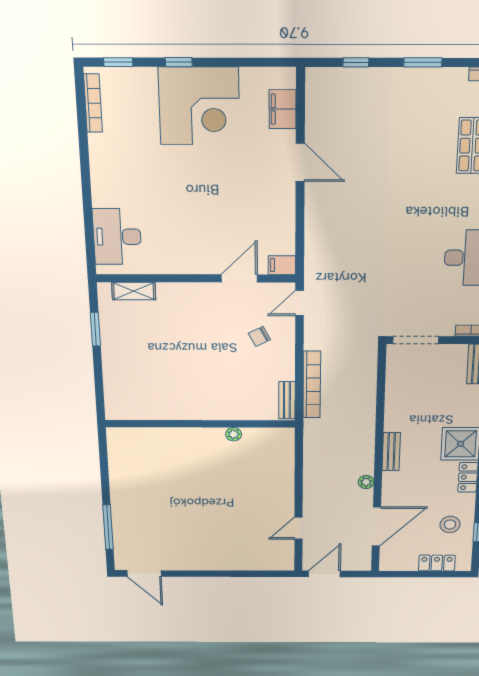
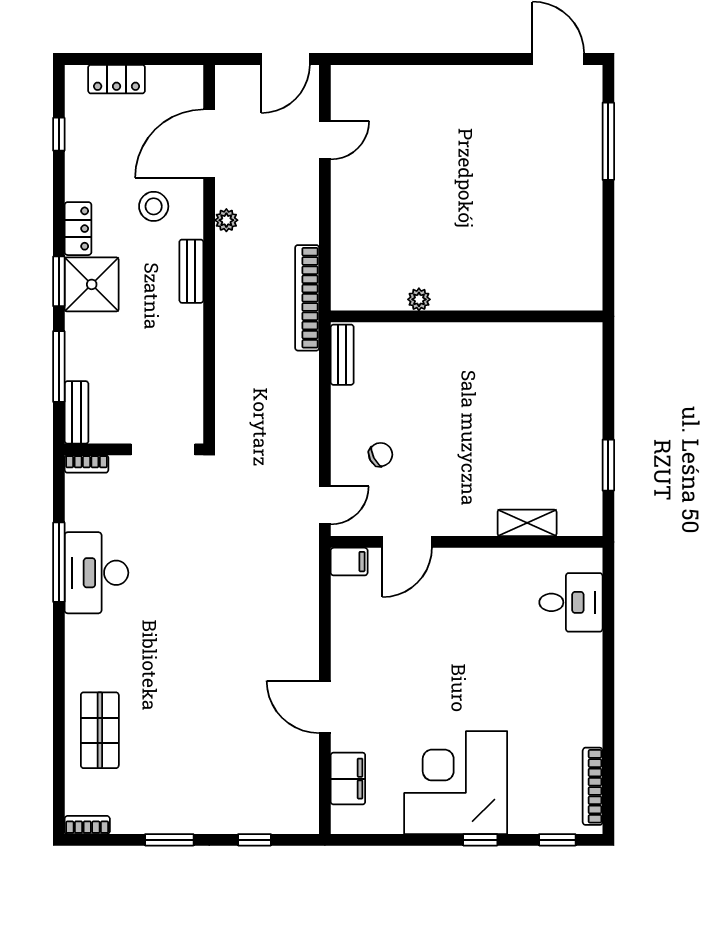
desk: (117, 237) -> (571, 602), width x0.73
shelving: (134, 291) -> (527, 523), moved
bookcase: (312, 385) -> (307, 298), moved
stool: (450, 524) -> (154, 206), moved

